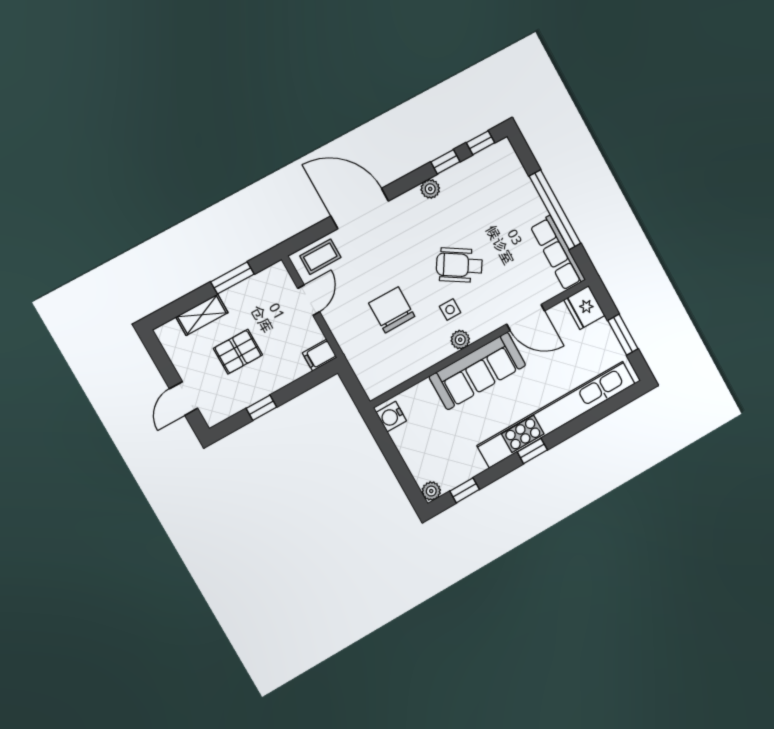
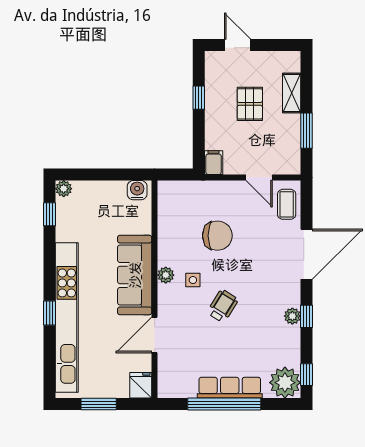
plant: (500, 160) -> (285, 383), added
window: (445, 162) -> (307, 316), moved
row of seats: (558, 253) -> (230, 388), moved
wheelchair: (459, 265) -> (223, 306), width x0.73, depth x0.73
fridge: (584, 308) -> (141, 385), width x0.72
window: (532, 451) -> (50, 313), moved

